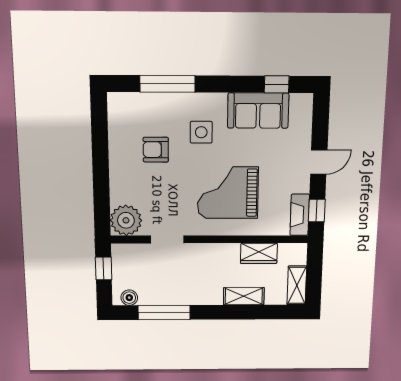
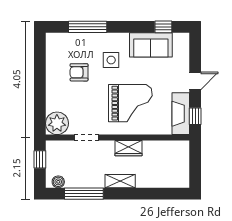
grand piano: (228, 193) -> (130, 103), turned 180
fireplace: (300, 215) -> (181, 114), width x1.37, depth x1.32
wardrobe: (259, 253) -> (128, 148), moved
shelving: (297, 285) -> (183, 173), removed
shelving: (244, 296) -> (120, 181), moved

